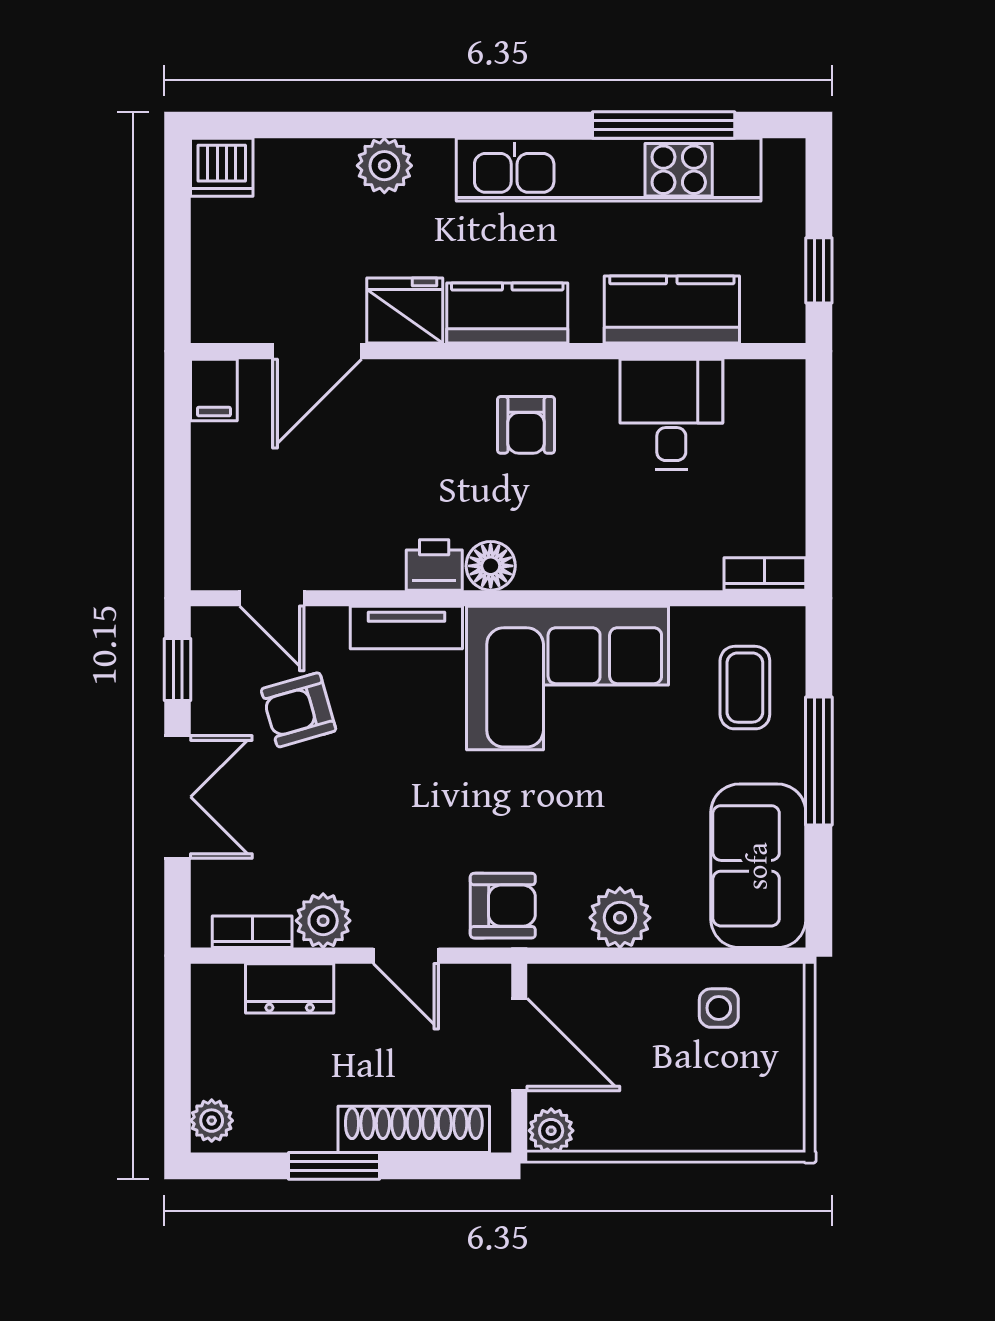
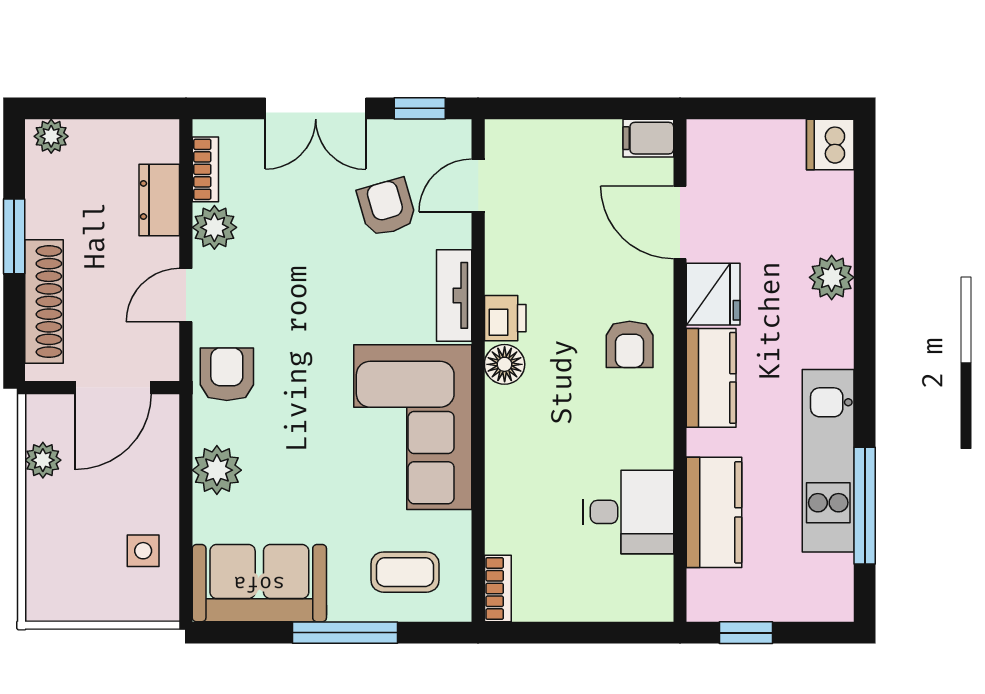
kitchen unit: (609, 170) -> (828, 461), width x0.73
armchair: (526, 425) -> (630, 344), moved, turned -90
armchair: (503, 906) -> (227, 374), turned 180
plant: (551, 1131) -> (43, 460), moved

